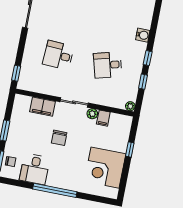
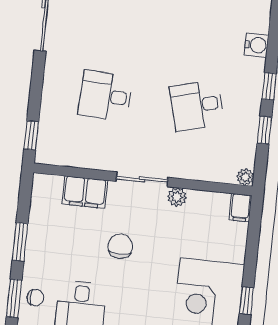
filing cabinet: (103, 118) -> (240, 208), moved
chair: (59, 138) -> (120, 246), turned 180
window: (130, 149) -> (246, 301), moved

